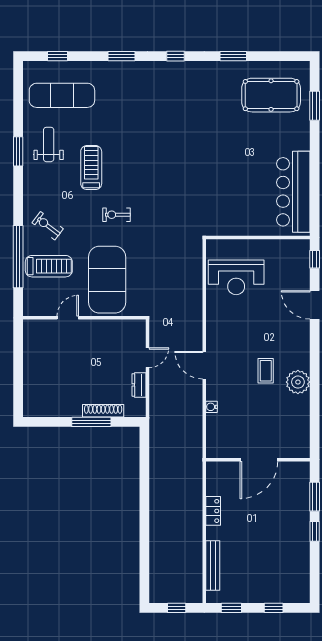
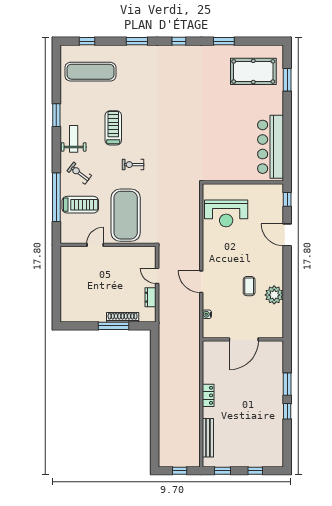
weight bench: (49, 144) -> (74, 139), moved
door: (147, 358) -> (157, 276), swing flipped
wall: (258, 460) -> (243, 339), moved
door: (259, 460) -> (244, 339), moved

